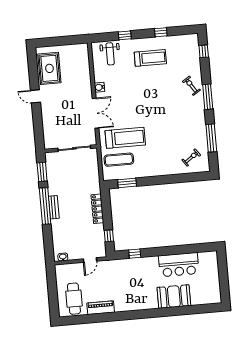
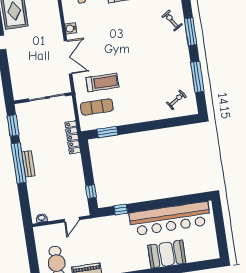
treadmill: (125, 138) -> (102, 82), width x0.73, depth x0.73
locker: (97, 209) -> (73, 137), moved
bar counter: (179, 265) -> (170, 219), width x1.86

